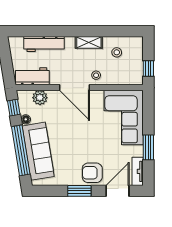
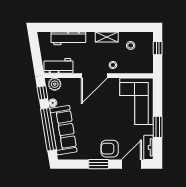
window: (148, 68) -> (158, 48), moved
door: (74, 88) -> (94, 76), hinge flipped
plant: (40, 98) -> (55, 84), moved

